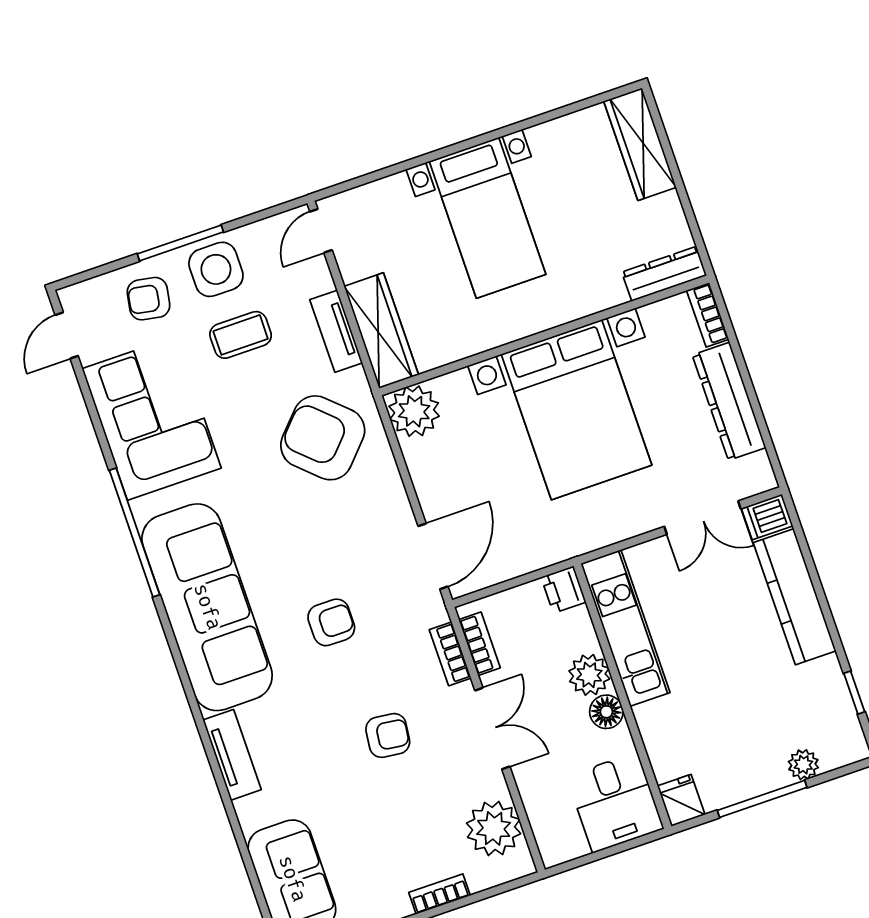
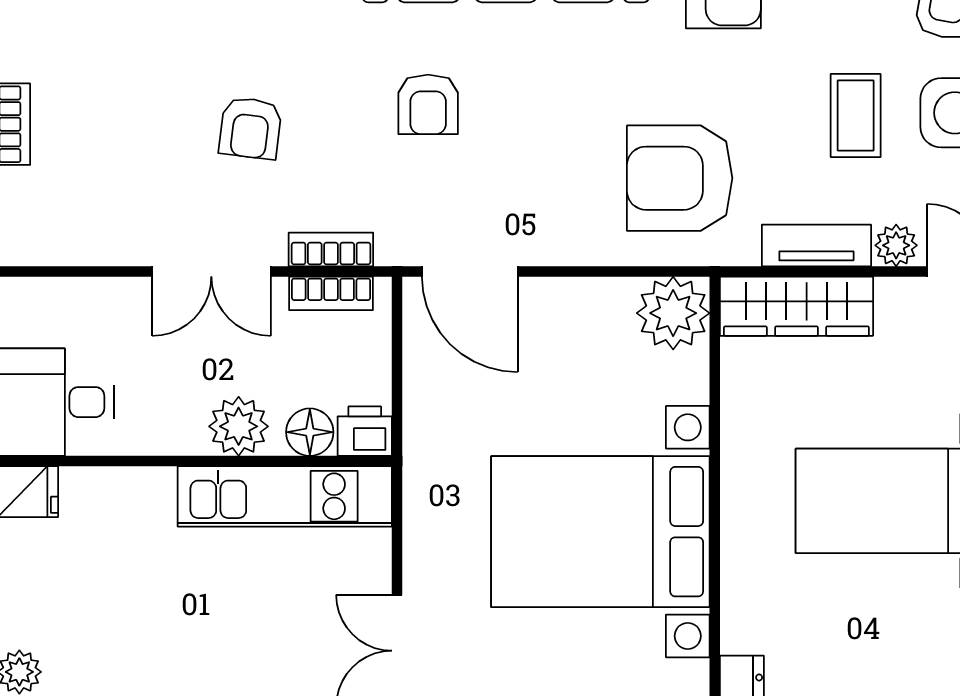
armchair: (323, 438) -> (680, 178), turned -133
floor lamp: (606, 712) -> (310, 432), moved
plant: (494, 828) -> (896, 245), moved, width x0.53, depth x0.53

